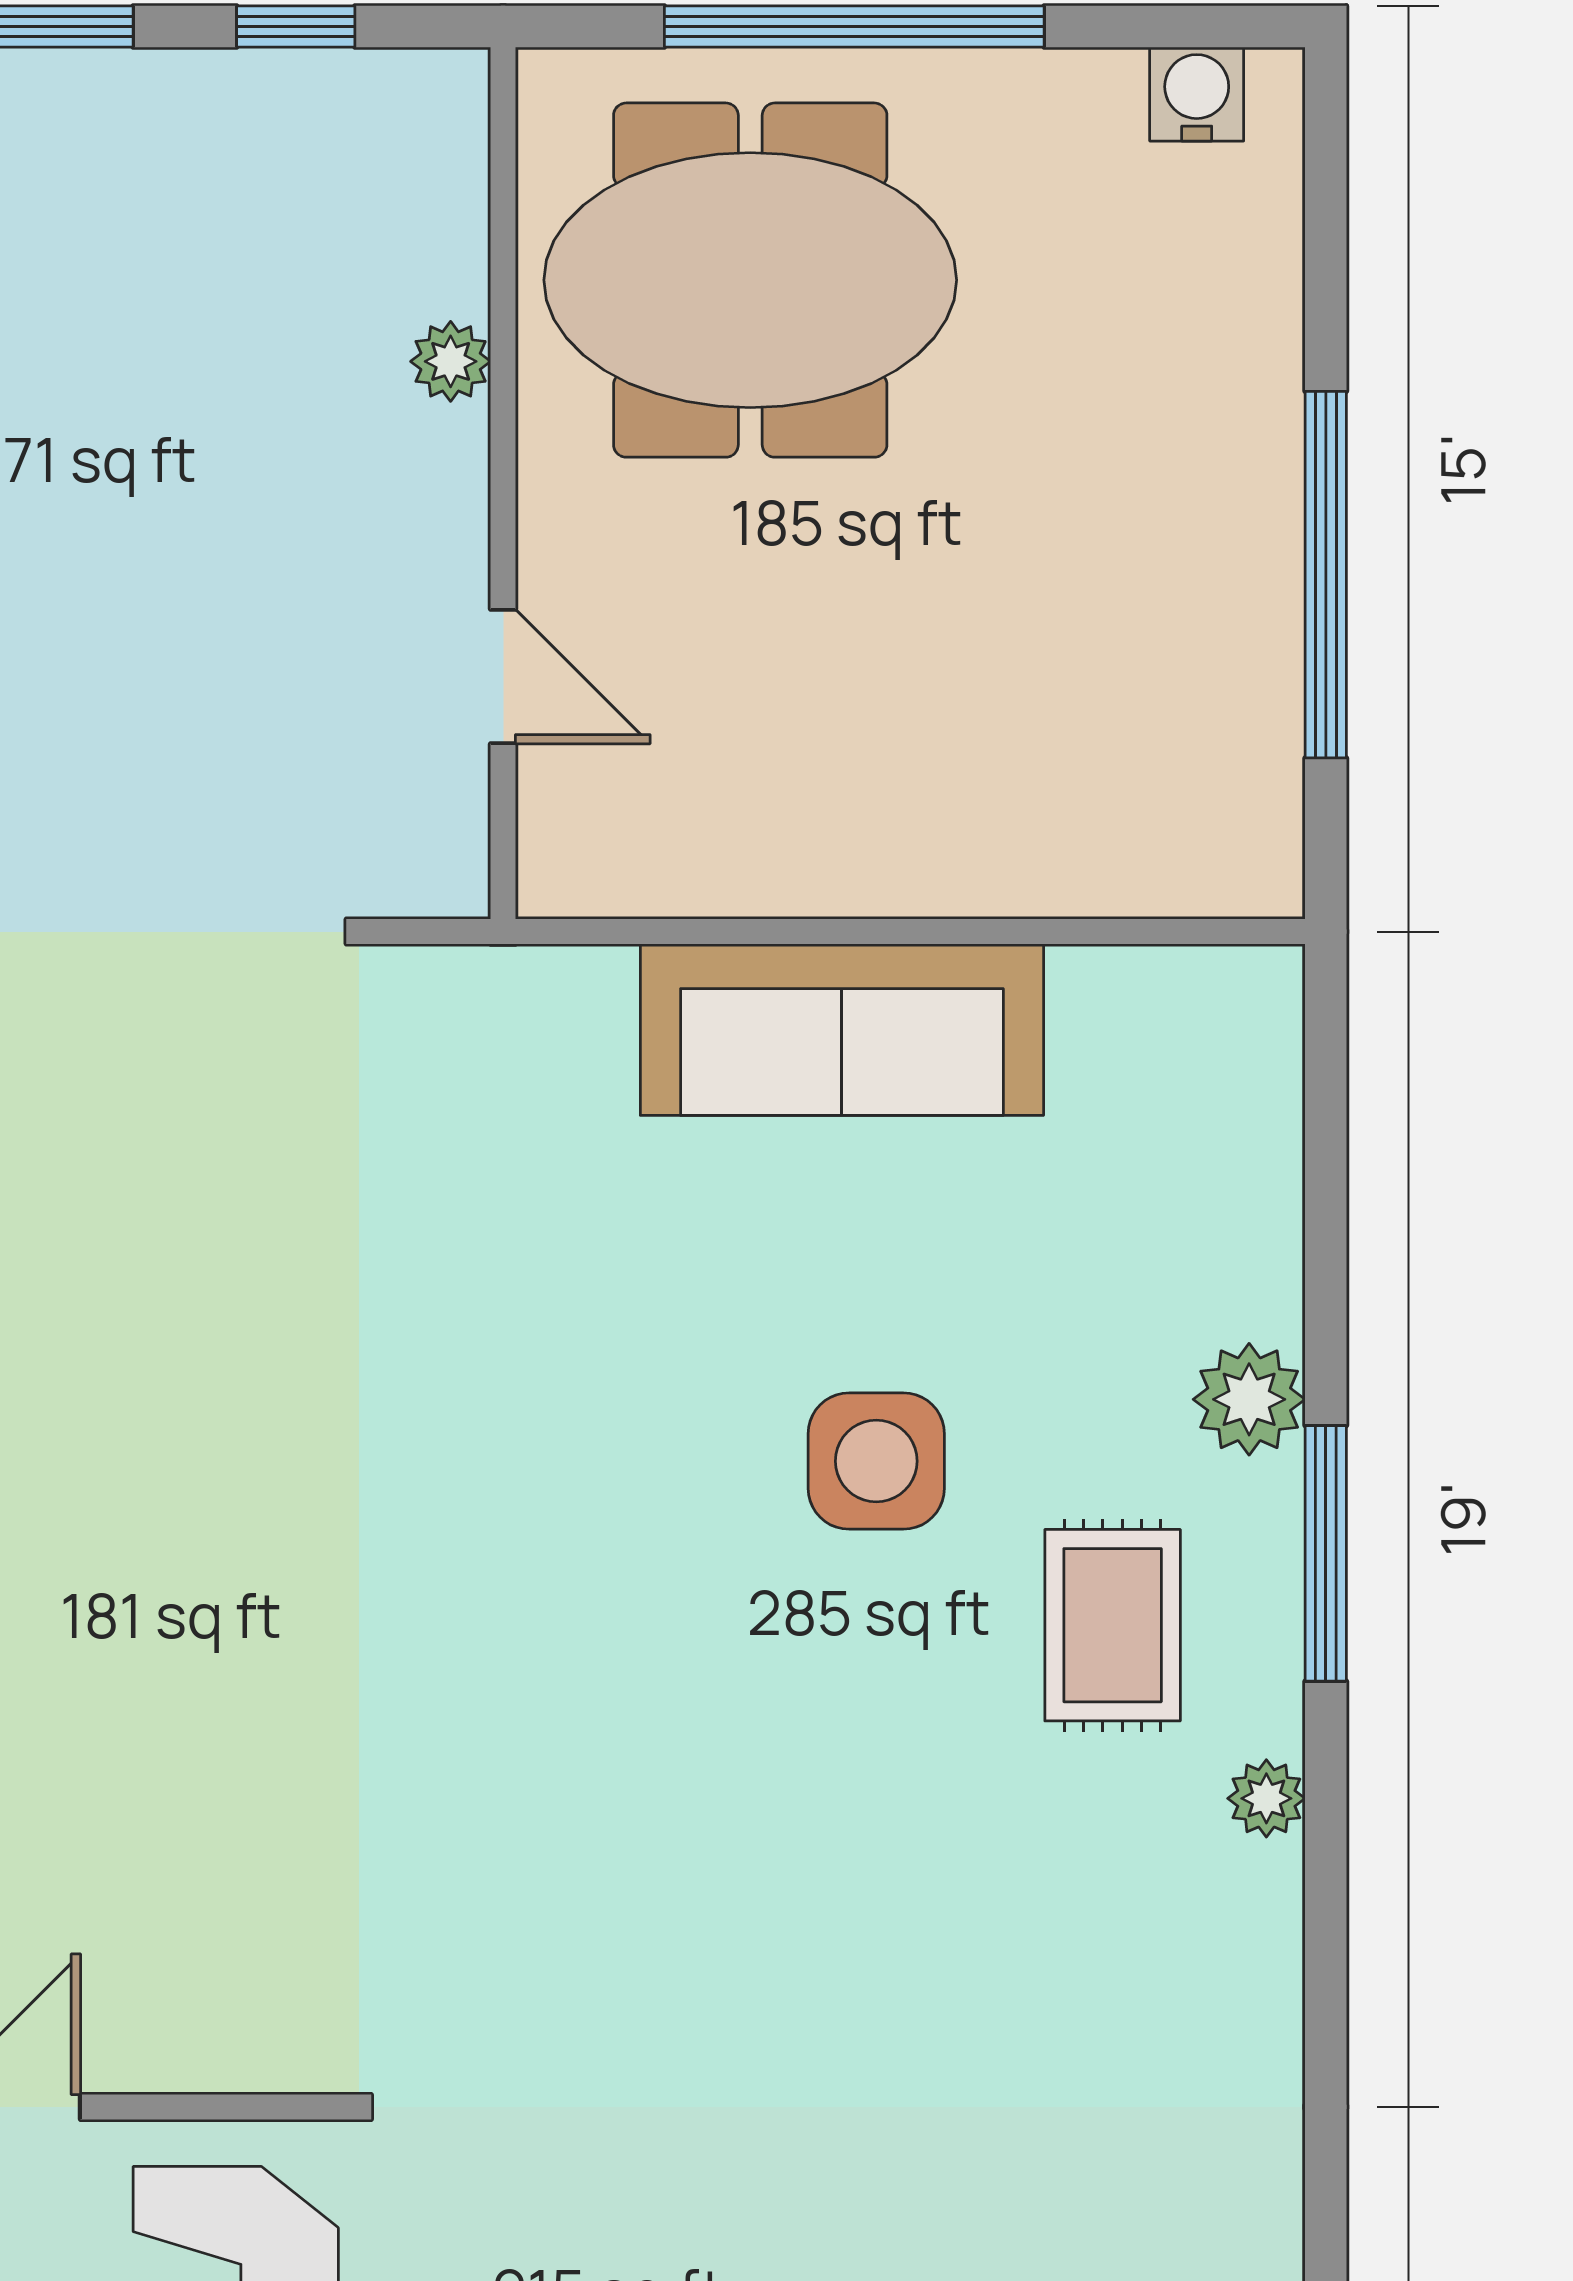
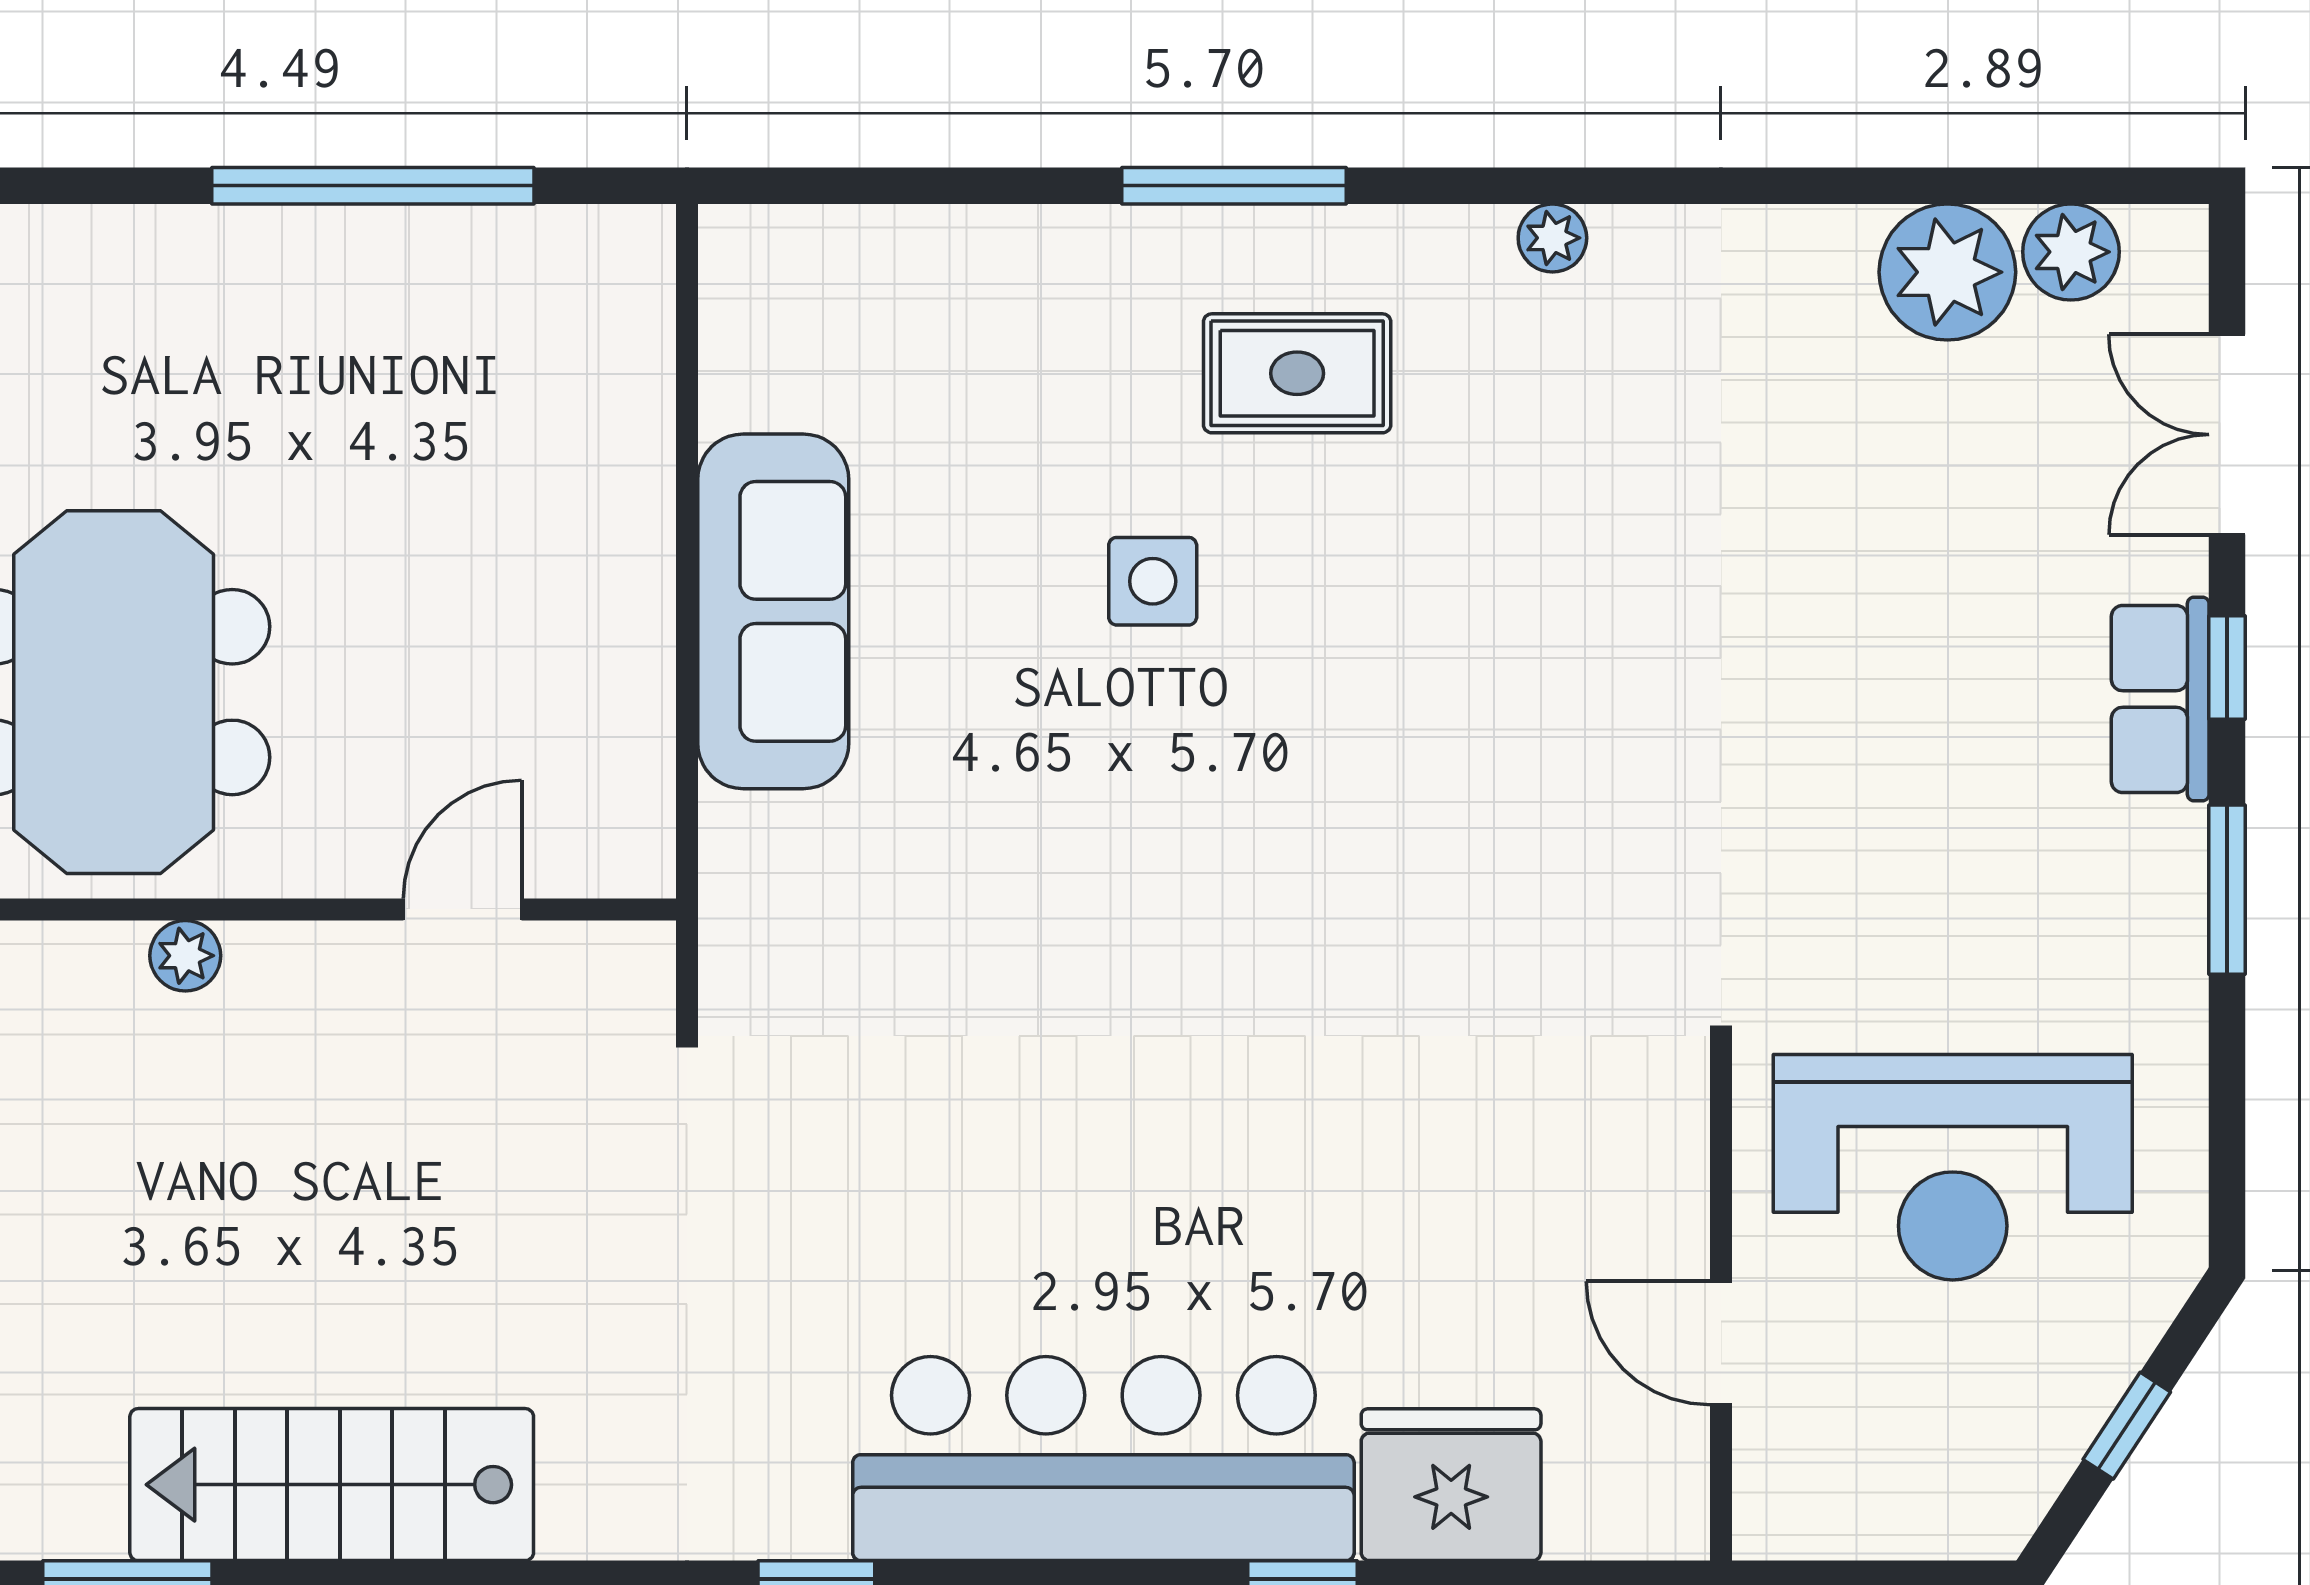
plant: (1249, 1399) -> (1098, 253), removed
side table: (876, 1461) -> (1153, 581), width x0.73, depth x0.73
plant: (1266, 1798) -> (1552, 238), moved

